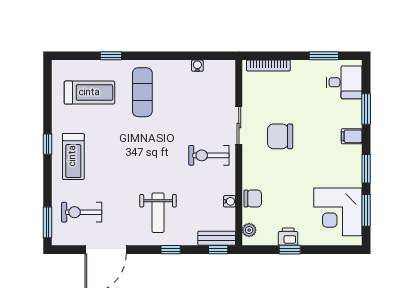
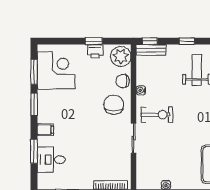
desk: (344, 82) -> (51, 160), moved
chair: (280, 136) -> (114, 105), moved, turned -90
water cooler: (230, 201) -> (141, 90), moved
plant: (249, 230) -> (121, 56), width x1.88, depth x1.88

